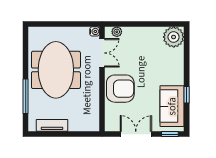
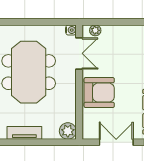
plant: (92, 124) -> (68, 131), added

